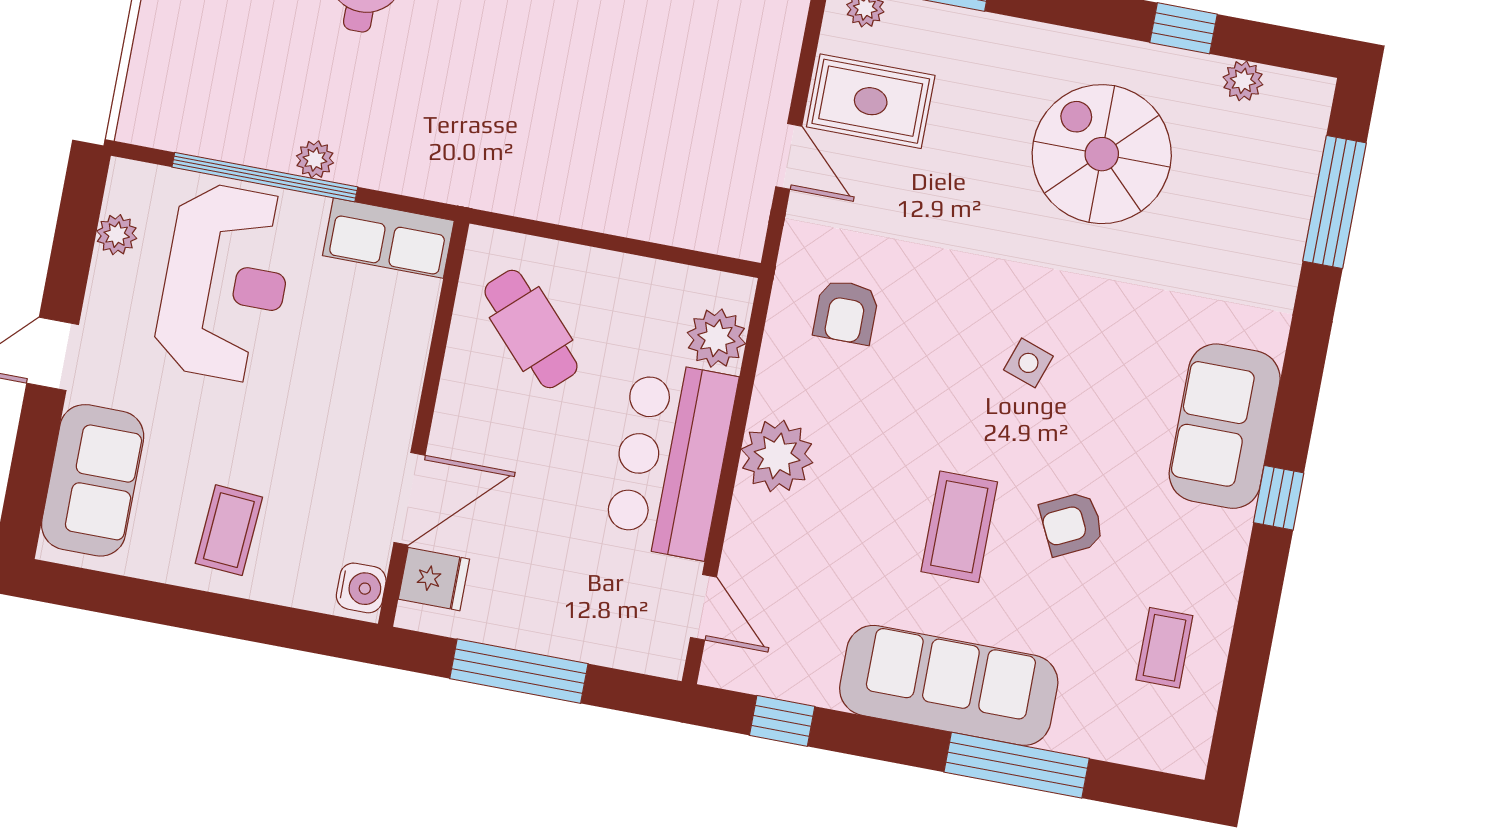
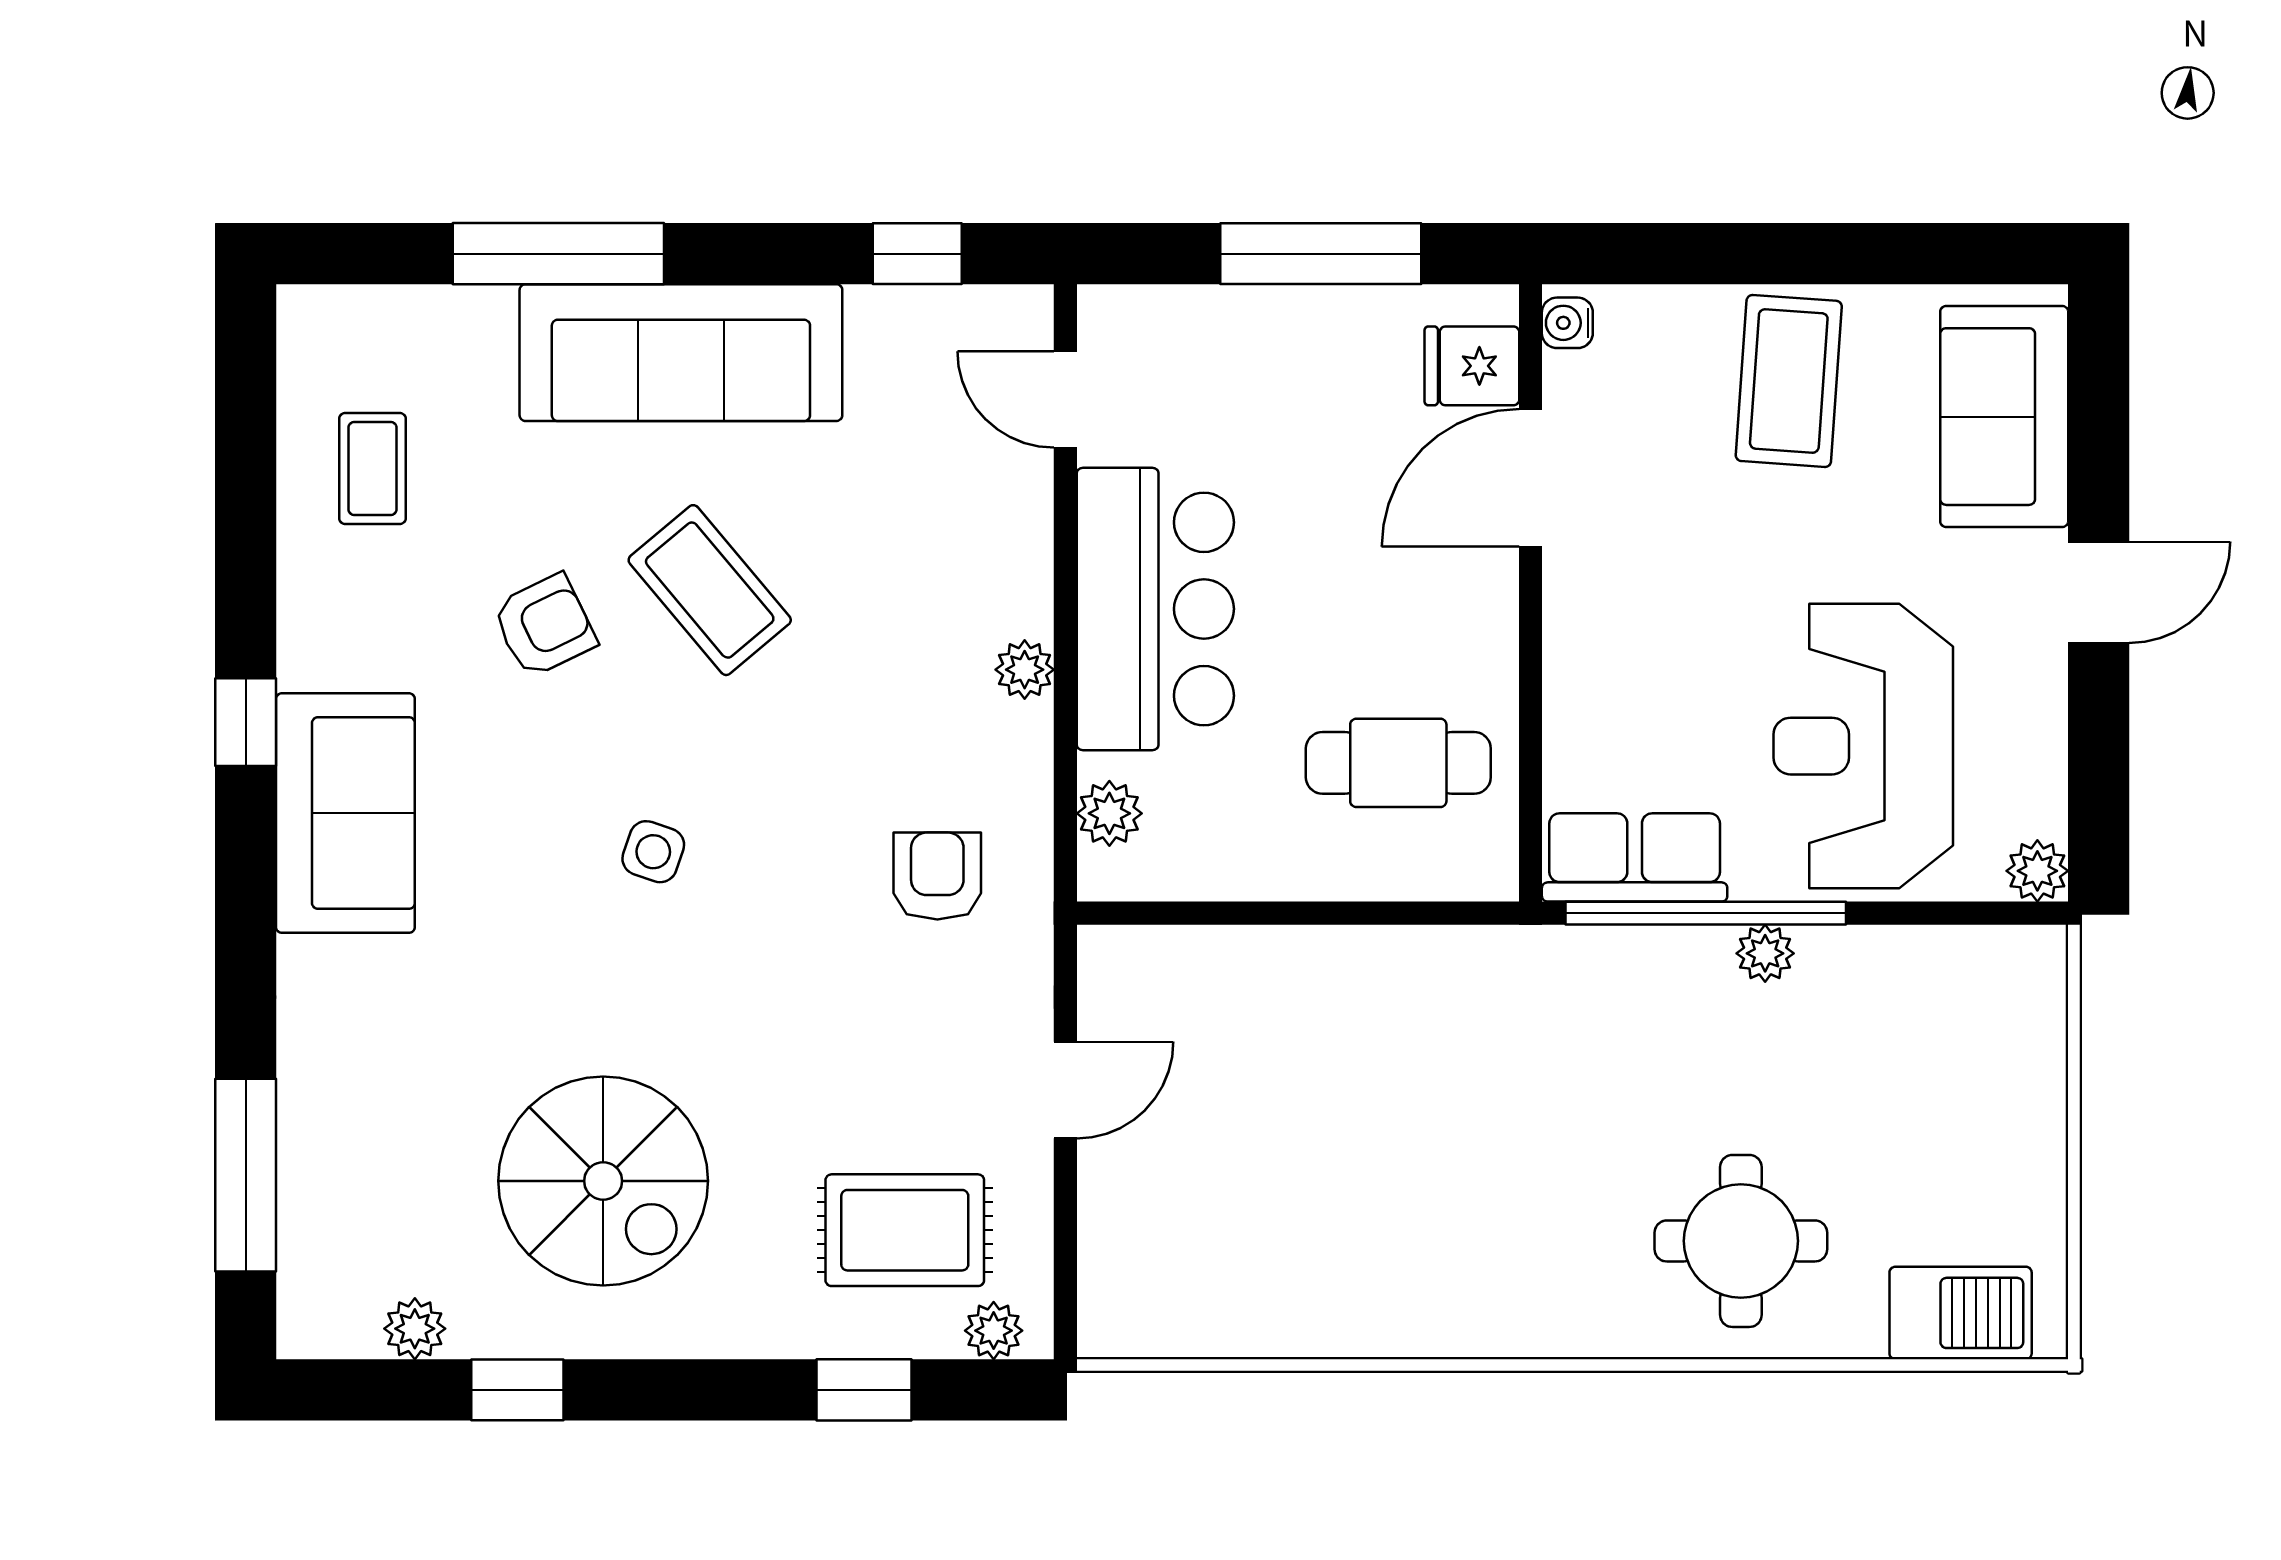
rug: (871, 101) -> (905, 1230), moved
door: (789, 156) -> (1065, 1090), swing flipped
window: (265, 177) -> (1706, 913), moved
plant: (117, 235) -> (2037, 871), moved
cafe table: (531, 329) -> (1398, 763), turned -47
plant: (716, 338) -> (1109, 813), width x0.73, depth x0.73
plant: (777, 456) -> (1025, 670), width x0.53, depth x0.53
coffee table: (959, 527) -> (710, 590), turned -40
coffee table: (229, 530) -> (1789, 381), width x1.36, depth x1.30
water cooler: (361, 588) -> (1567, 323), width x0.72, depth x0.72

